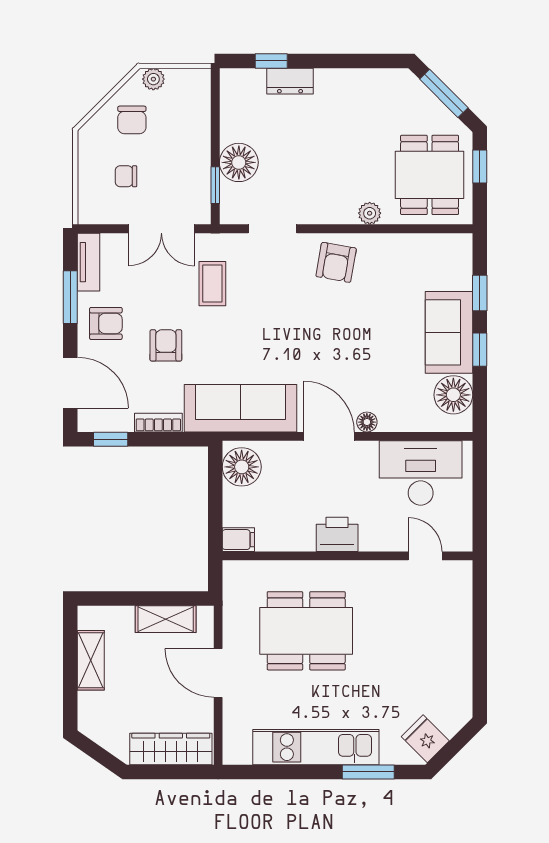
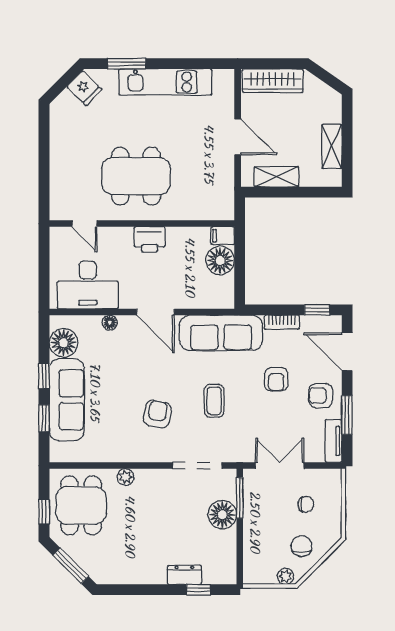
window: (215, 185) -> (240, 498), width x1.50
doorway: (273, 229) -> (197, 466), width x1.38
armchair: (336, 262) -> (157, 414), moved
coffee table: (212, 284) -> (214, 401), moved
sofa: (449, 332) -> (67, 400), width x1.36
floor lamp: (367, 422) -> (110, 323), moved
floor lamp: (242, 467) -> (220, 260), moved
dining table: (306, 631) -> (136, 176), moved

